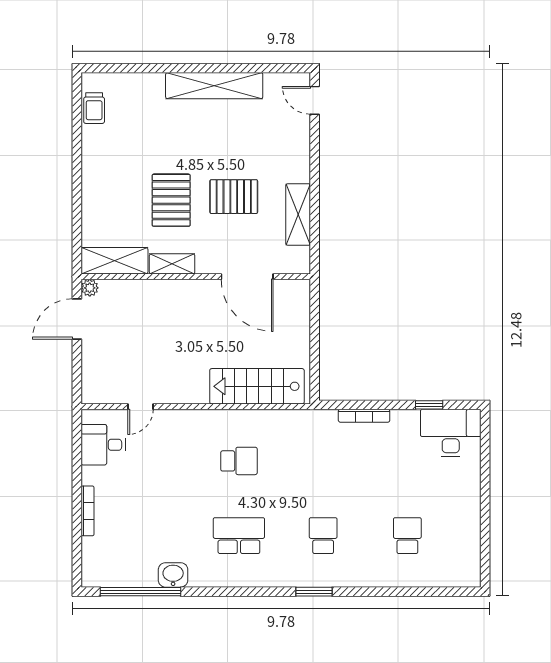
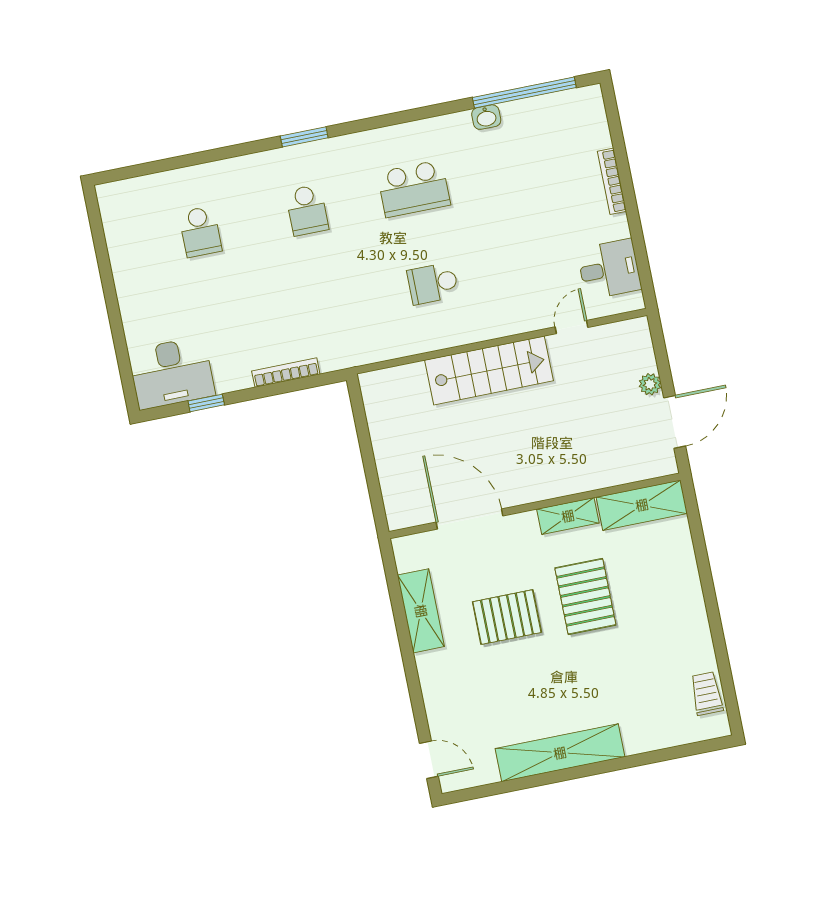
plant: (90, 288) -> (650, 384), moved
stairs: (257, 386) -> (489, 370), moved
washbasin: (173, 575) -> (486, 117), width x0.72, depth x0.69

